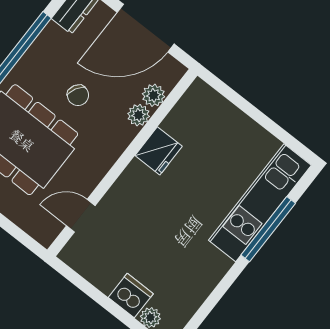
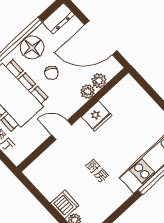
floor lamp: (41, 60) -> (32, 48), added
door: (81, 216) -> (62, 130), moved

